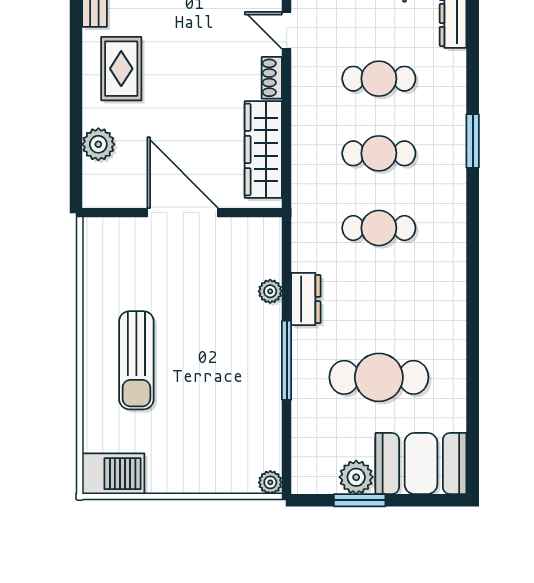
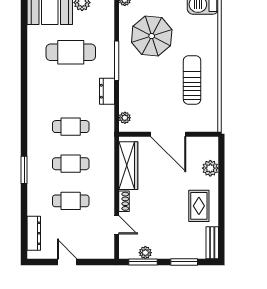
plant: (270, 291) -> (125, 118), moved
sun lounger: (136, 360) -> (192, 80), moved
parasol: (216, 410) -> (152, 36), added

